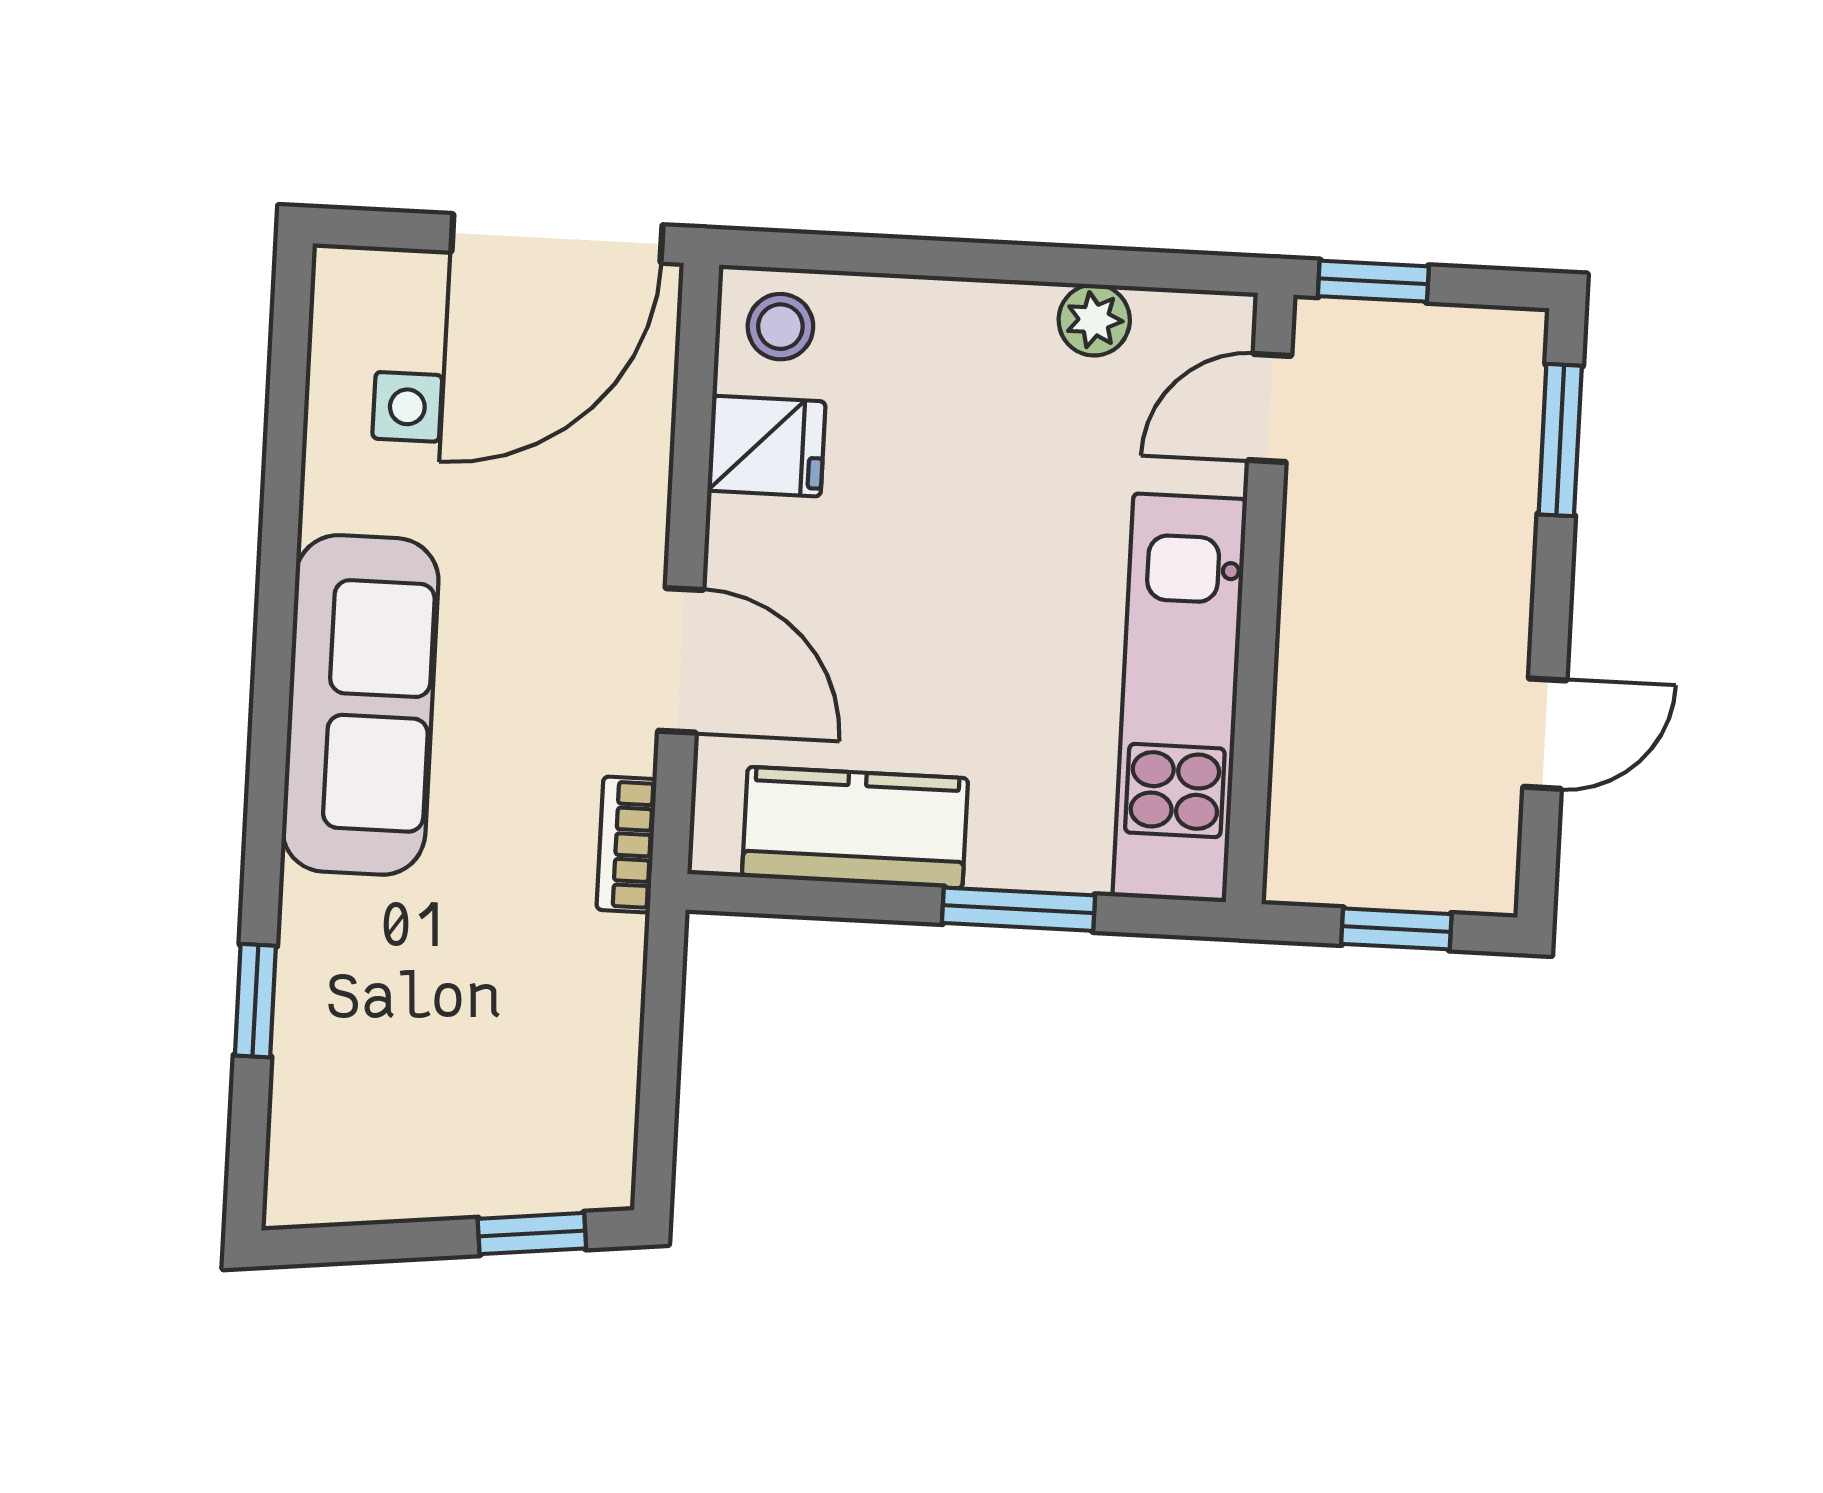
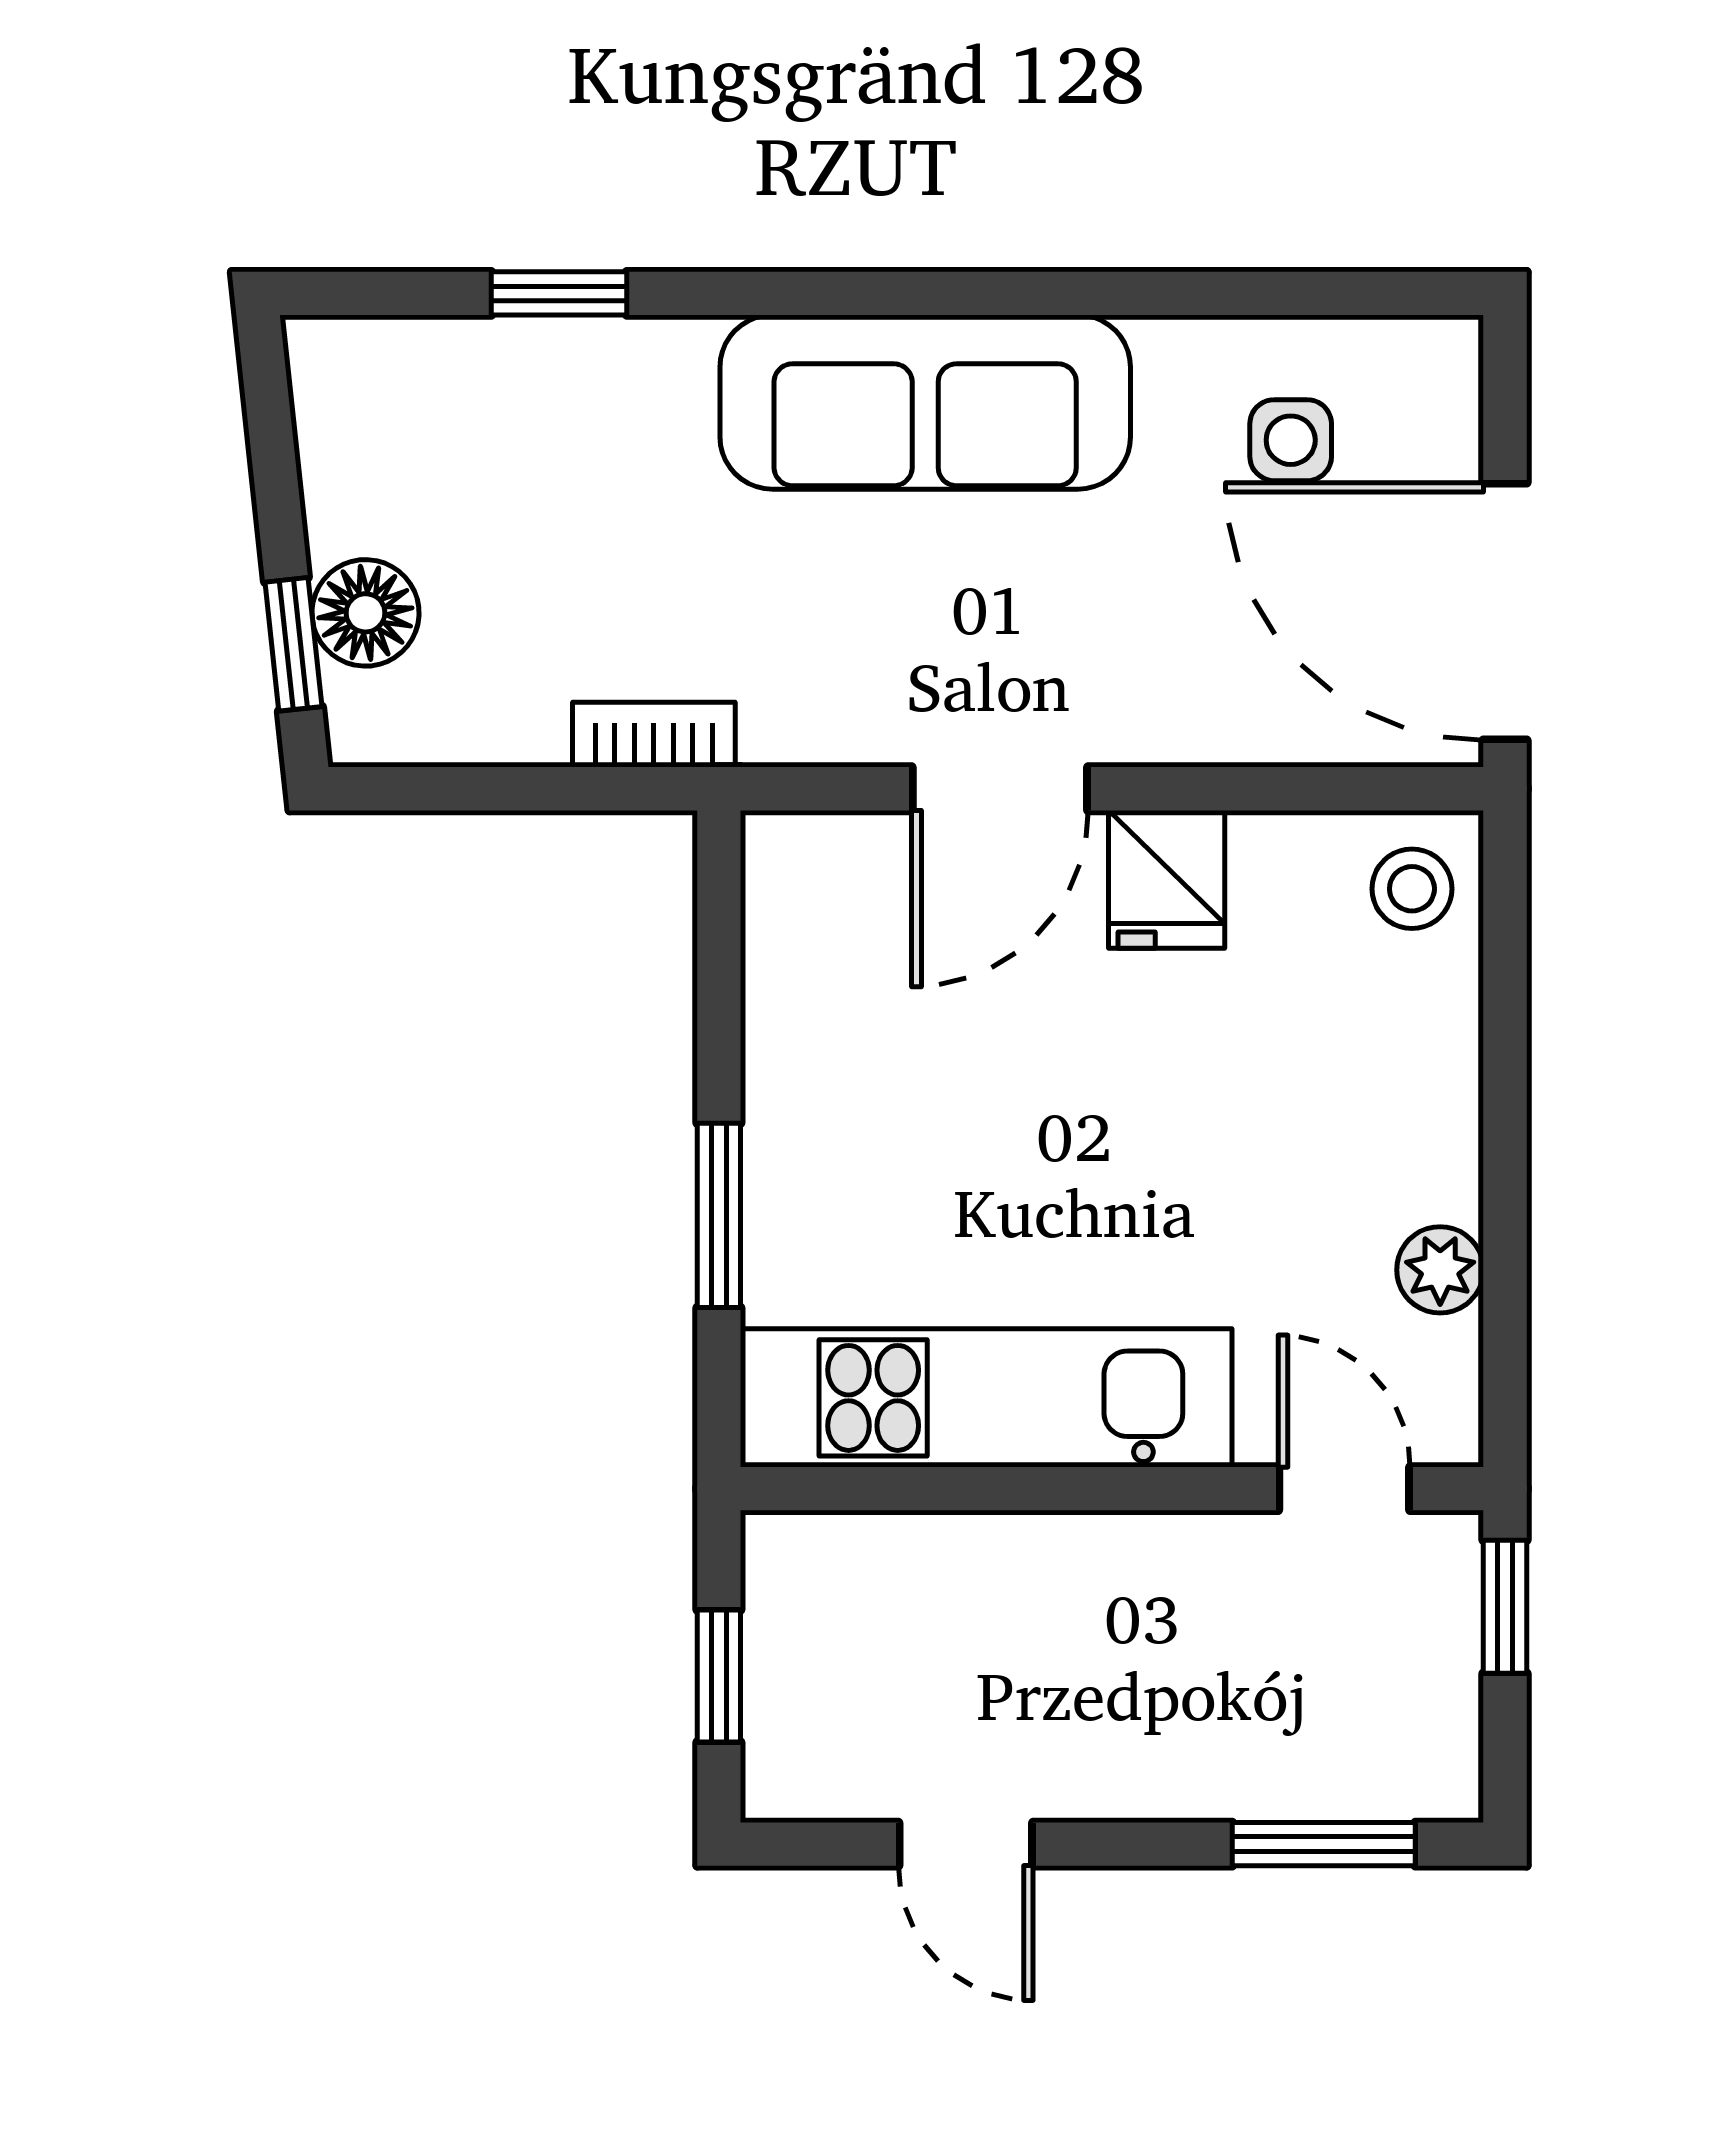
fridge: (766, 446) -> (1167, 879), moved
kitchen counter: (855, 828) -> (808, 1011), removed
bookcase: (627, 844) -> (654, 735), moved
floor lamp: (509, 1173) -> (365, 613), added

